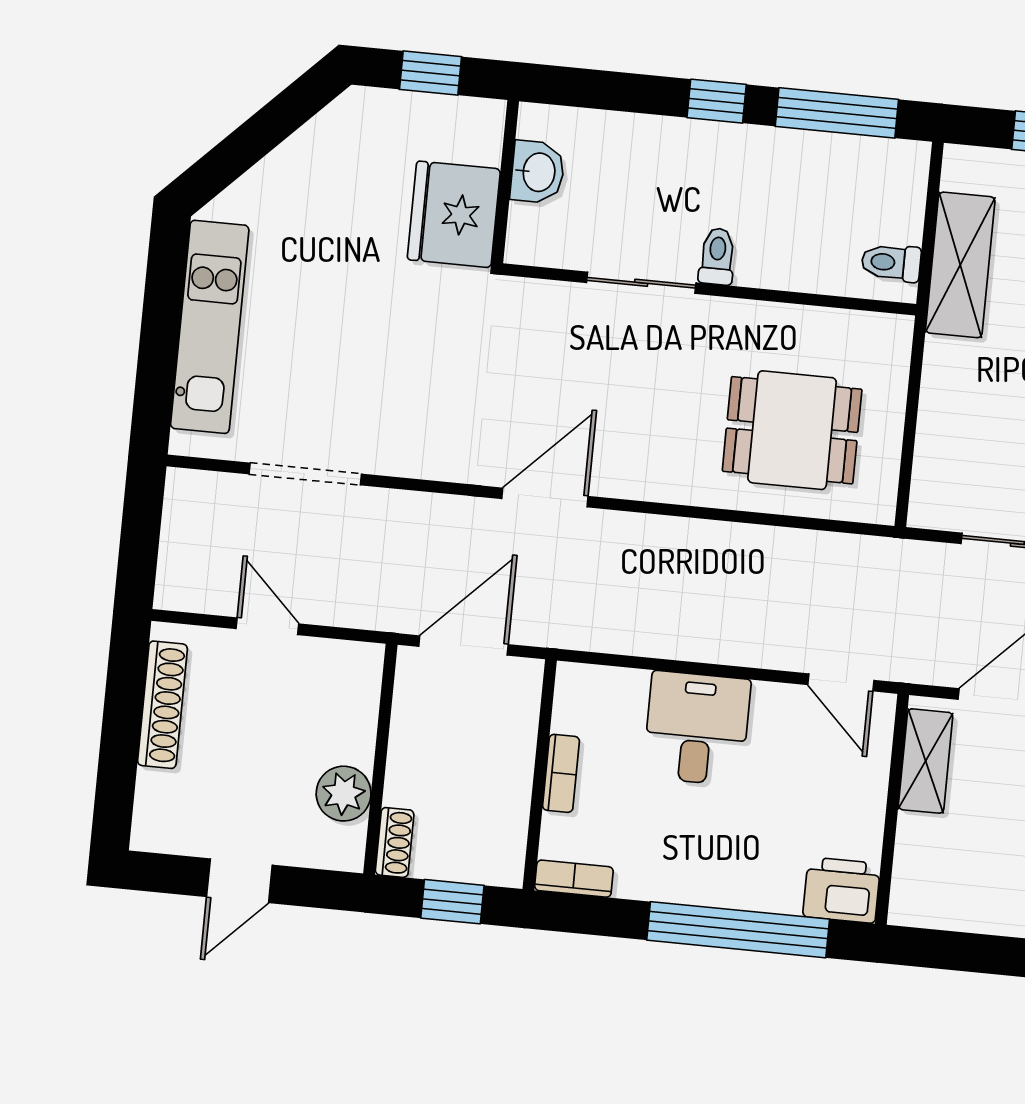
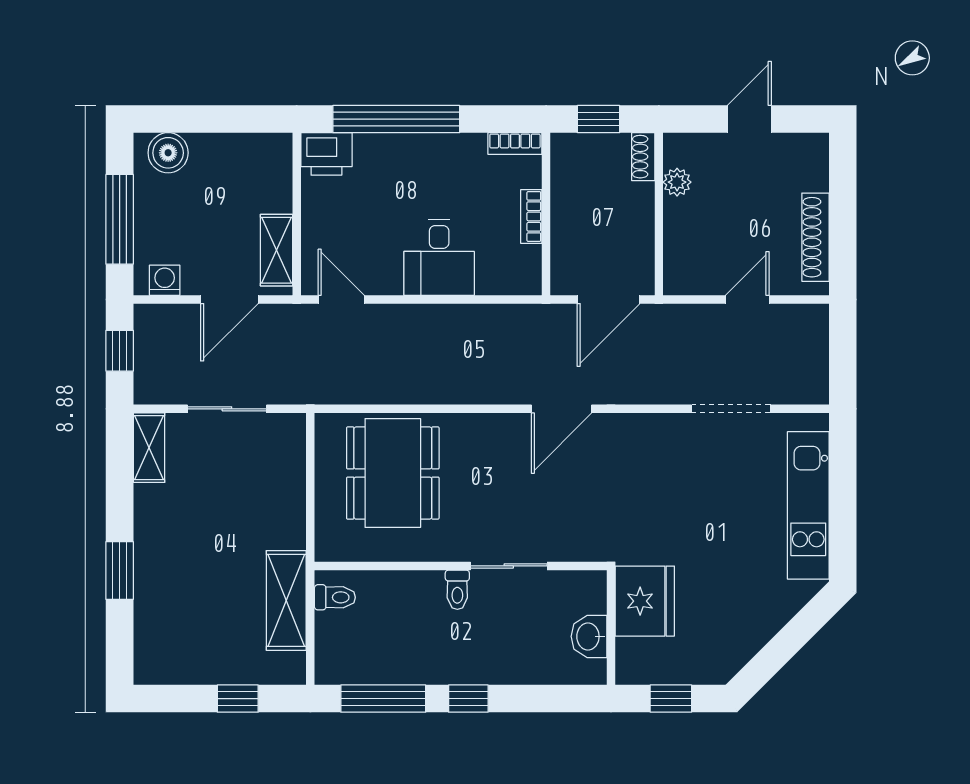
dining table: (792, 430) -> (393, 473), width x1.38
door: (267, 626) -> (747, 299), swing flipped
plant: (344, 794) -> (677, 182), width x0.73, depth x0.73

